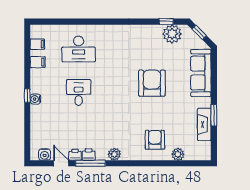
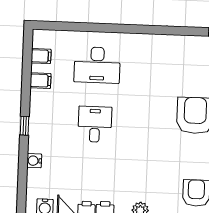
water cooler: (35, 99) -> (34, 161), moved

